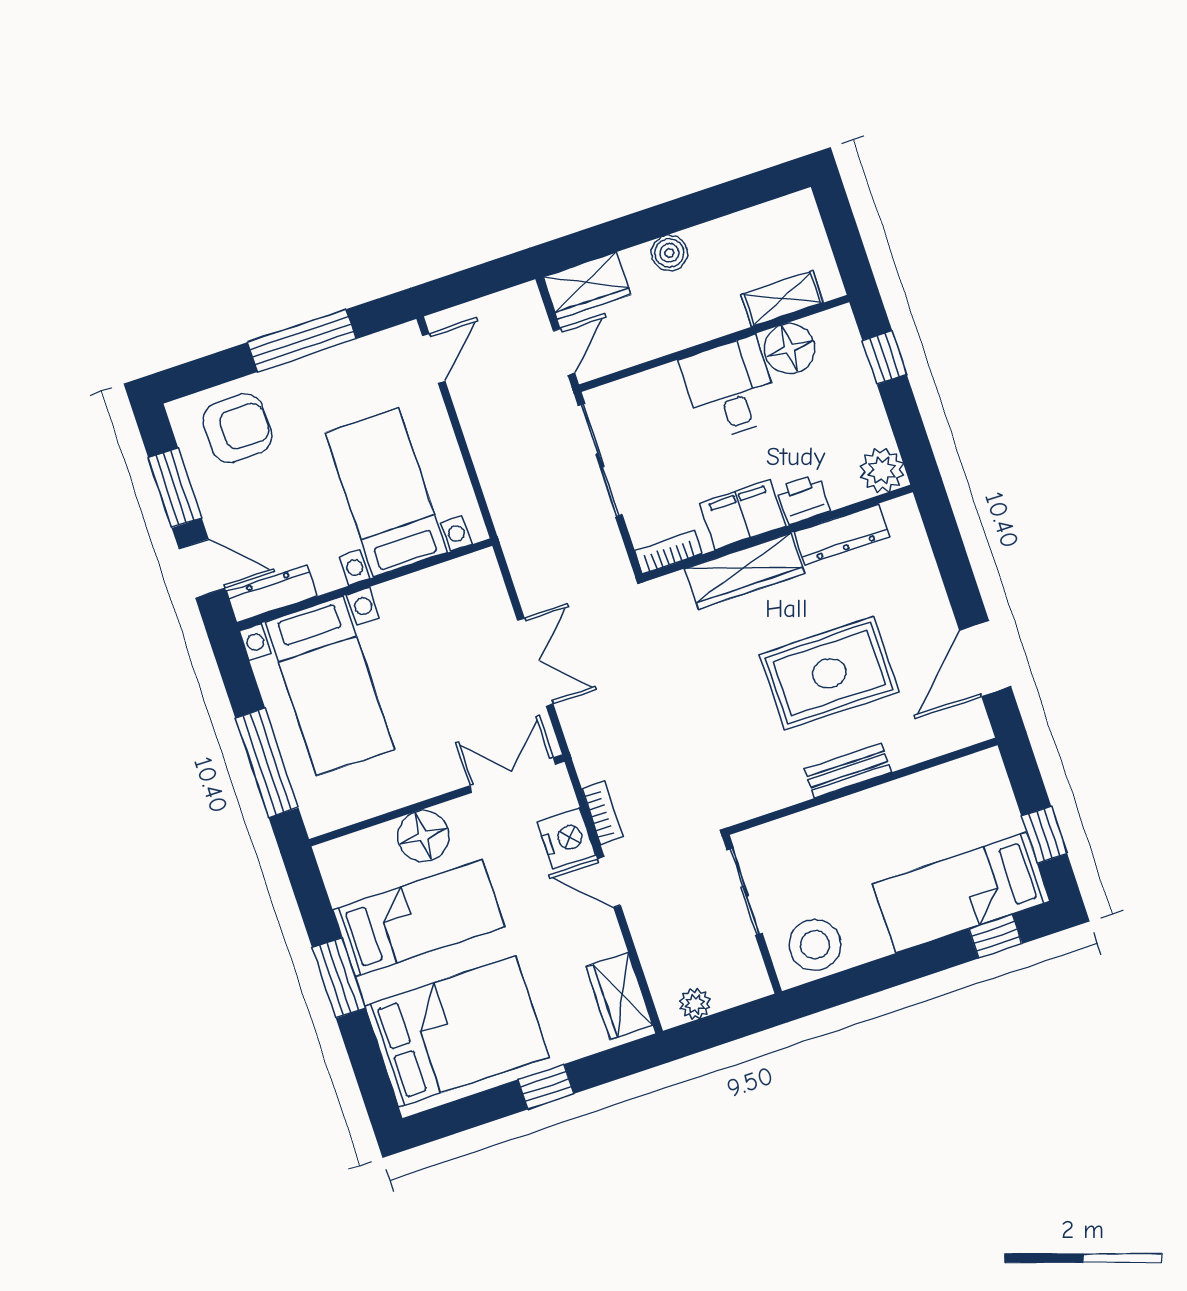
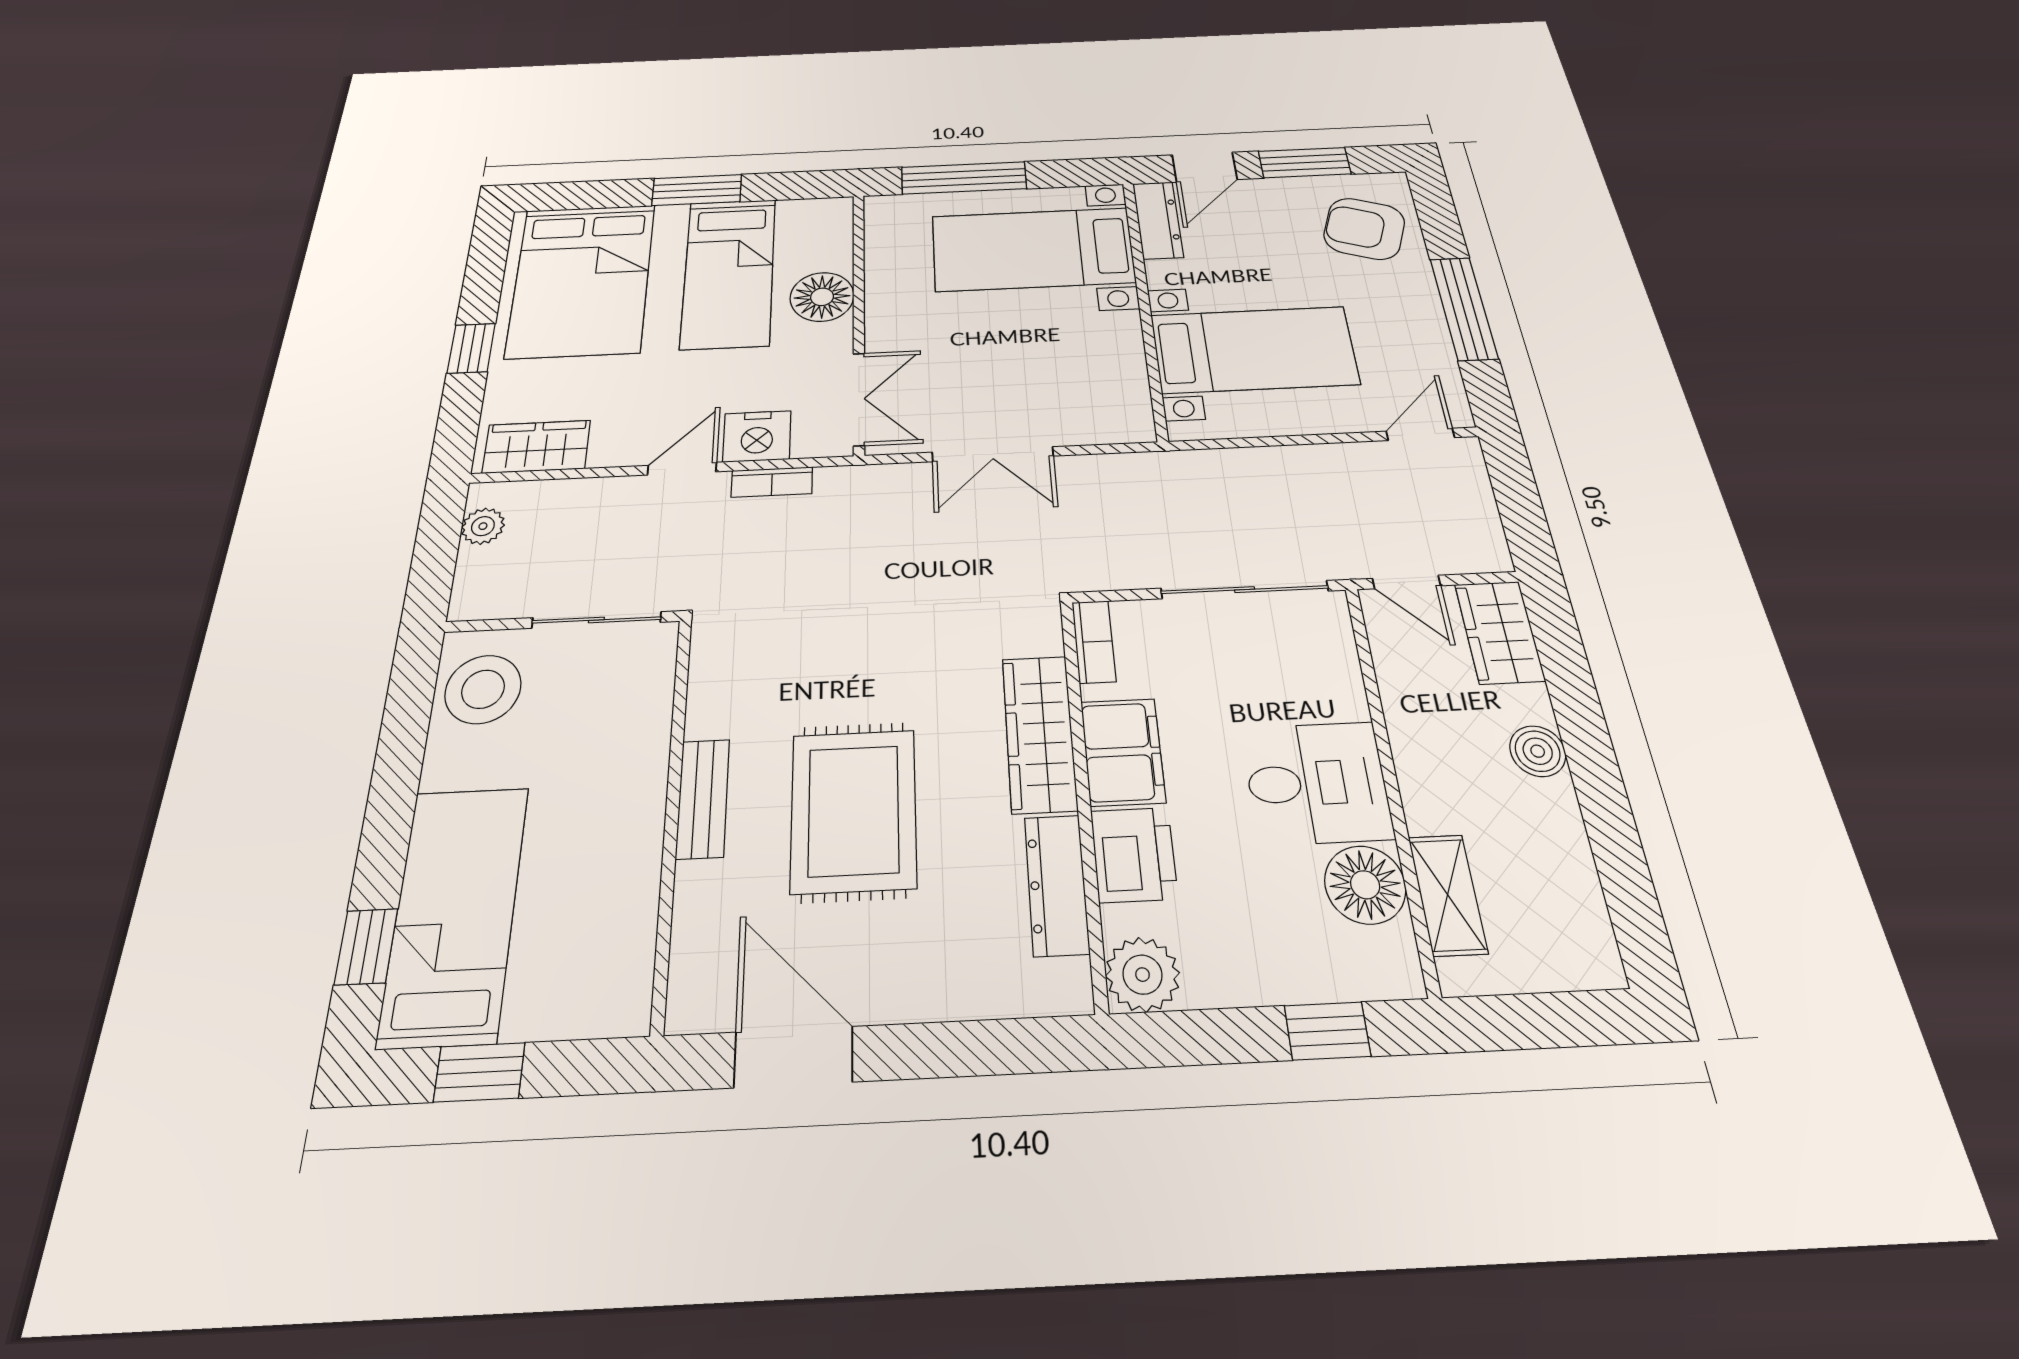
door: (434, 358) -> (1420, 434), swing flipped
armchair: (237, 428) -> (1364, 229), turned 109
printer: (803, 499) -> (1134, 855), width x1.36, depth x1.24

